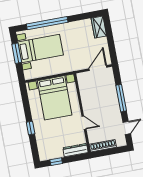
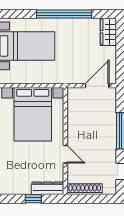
window: (47, 23) -> (64, 14), moved
window: (56, 162) -> (33, 199), moved

